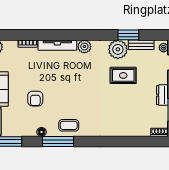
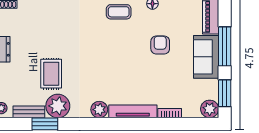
rug: (123, 75) -> (51, 74), turned 90

